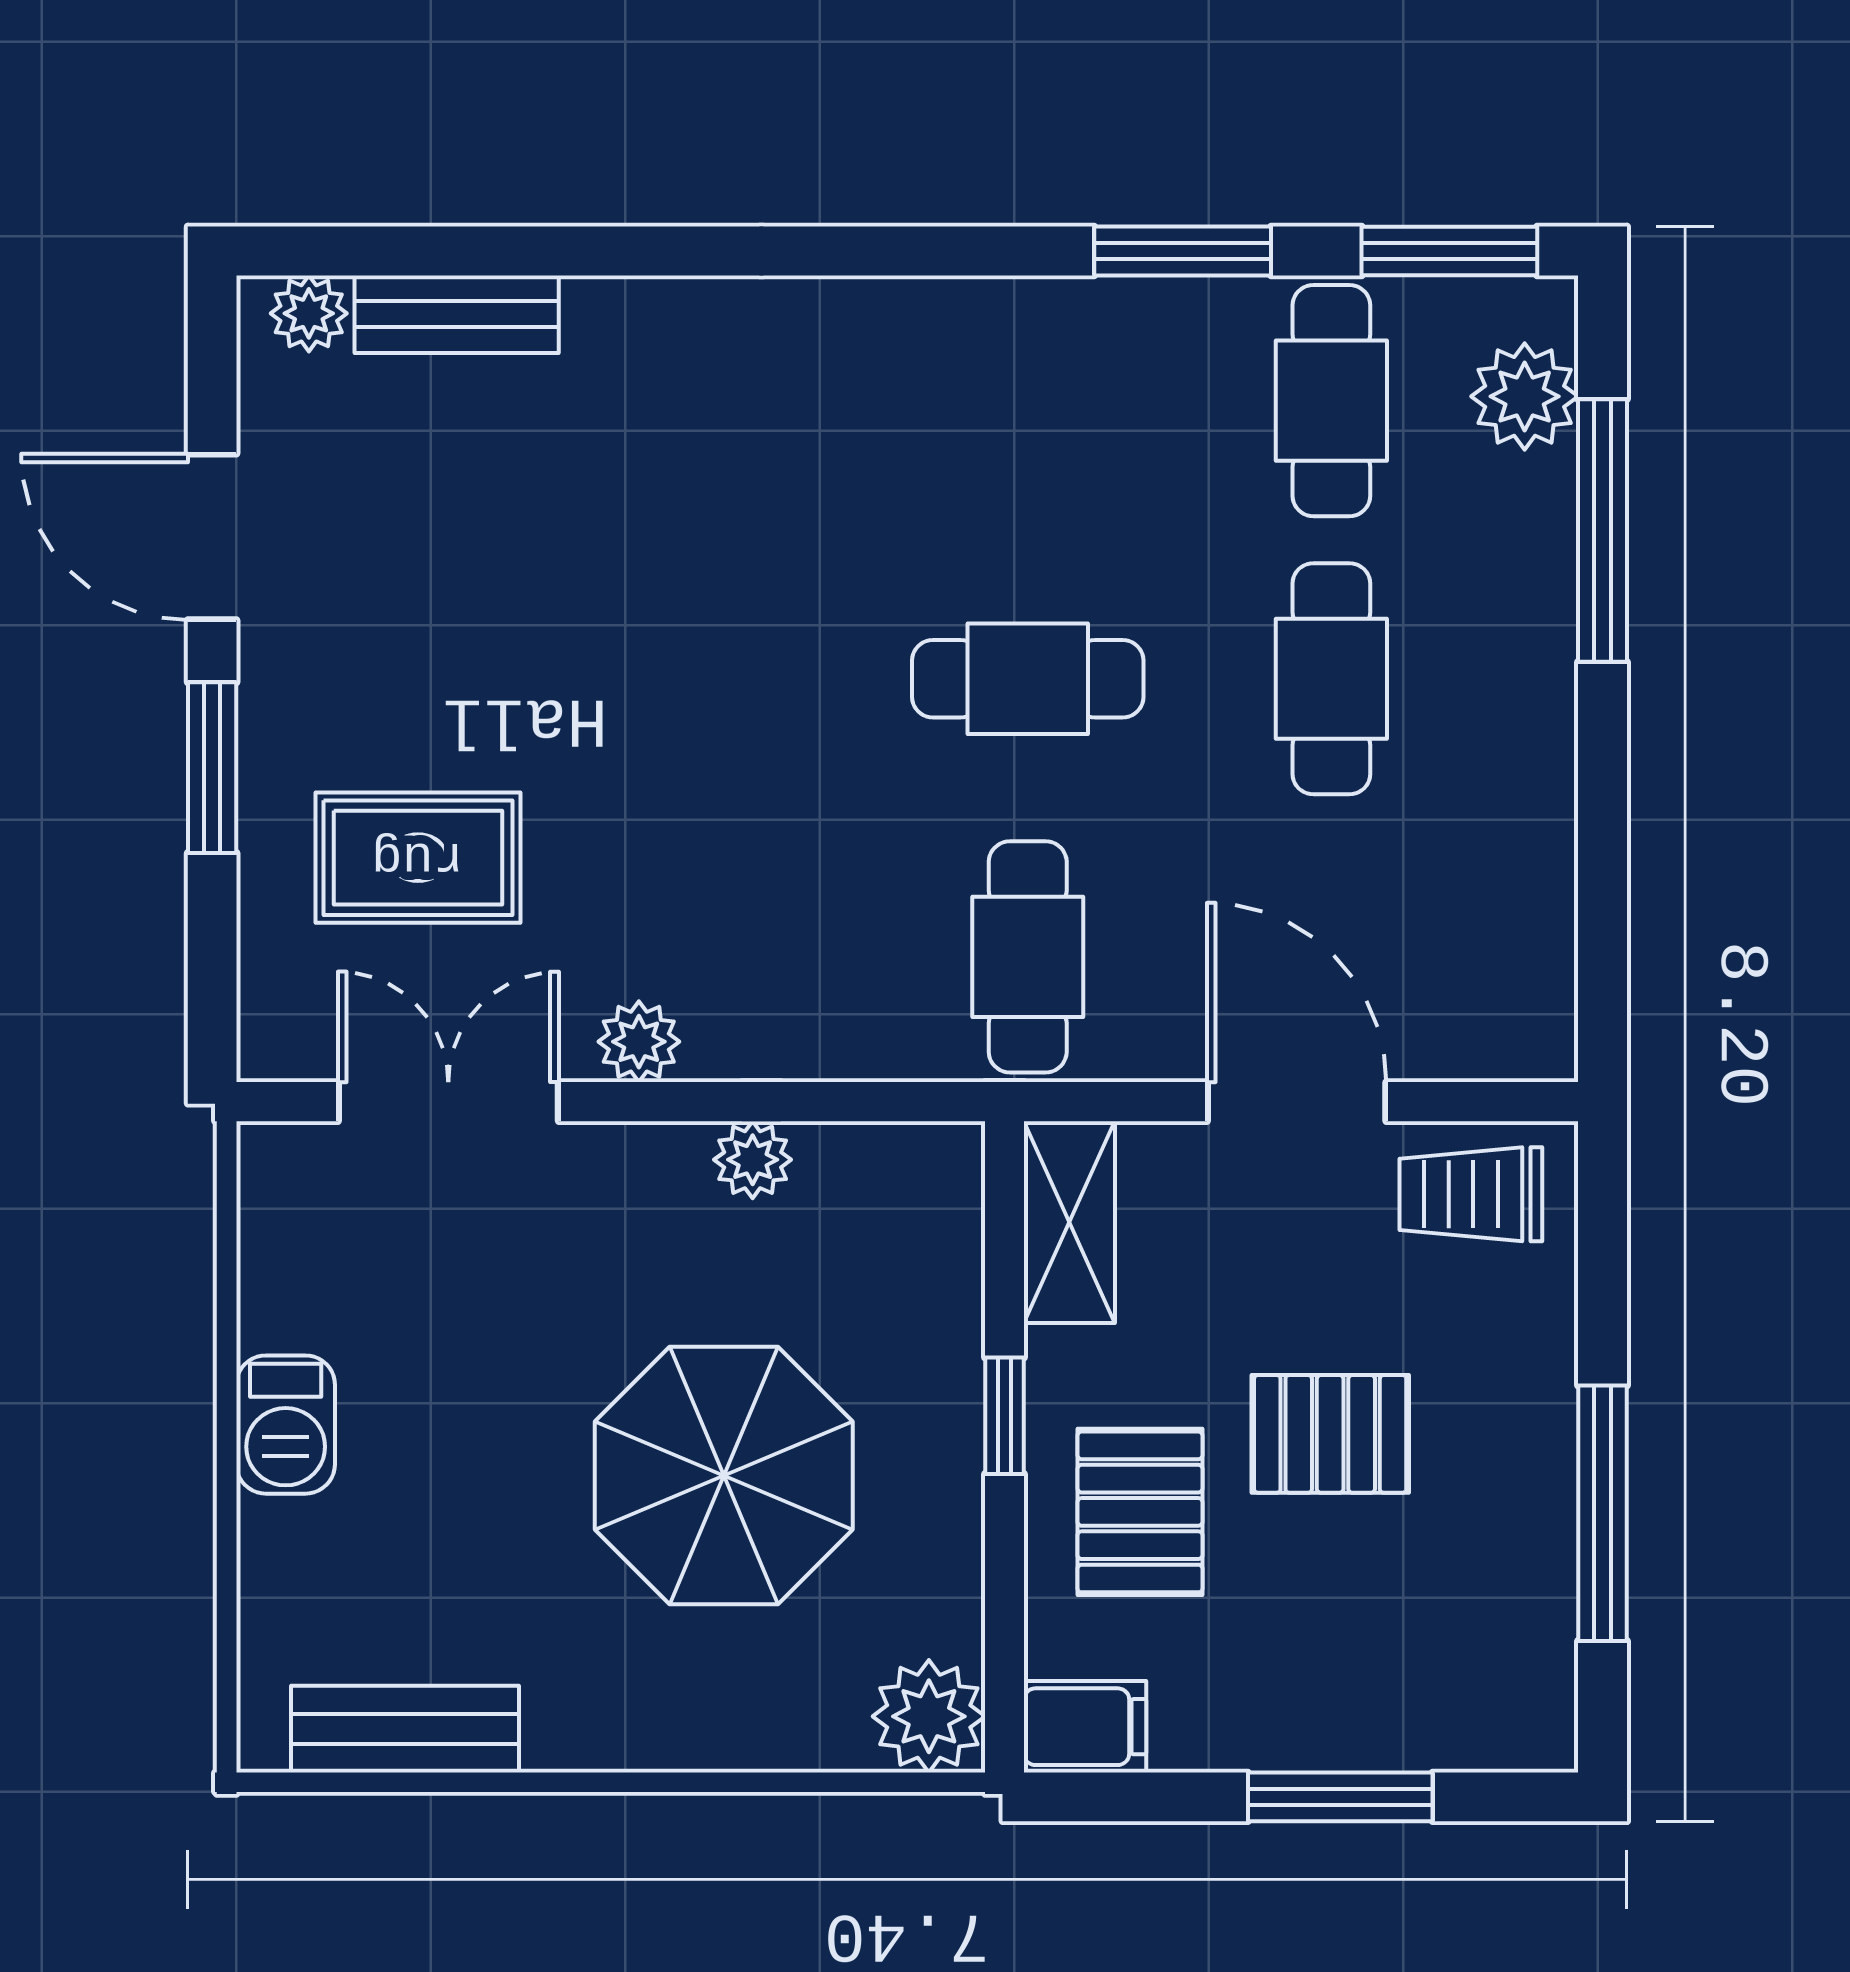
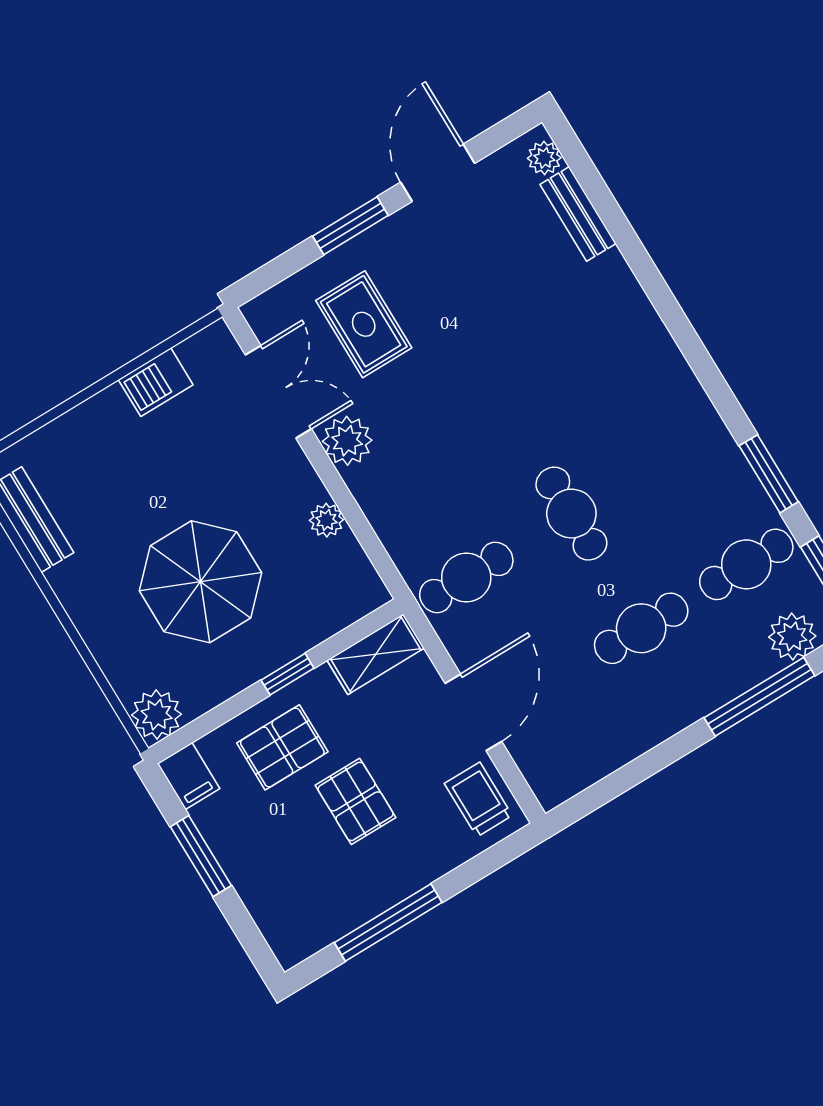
plant: (639, 1042) -> (347, 441), width x1.38, depth x1.38
barbecue: (286, 1425) -> (156, 382), moved
window: (1340, 1797) -> (201, 856), moved

